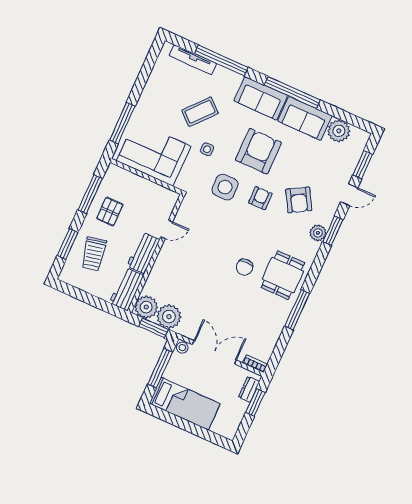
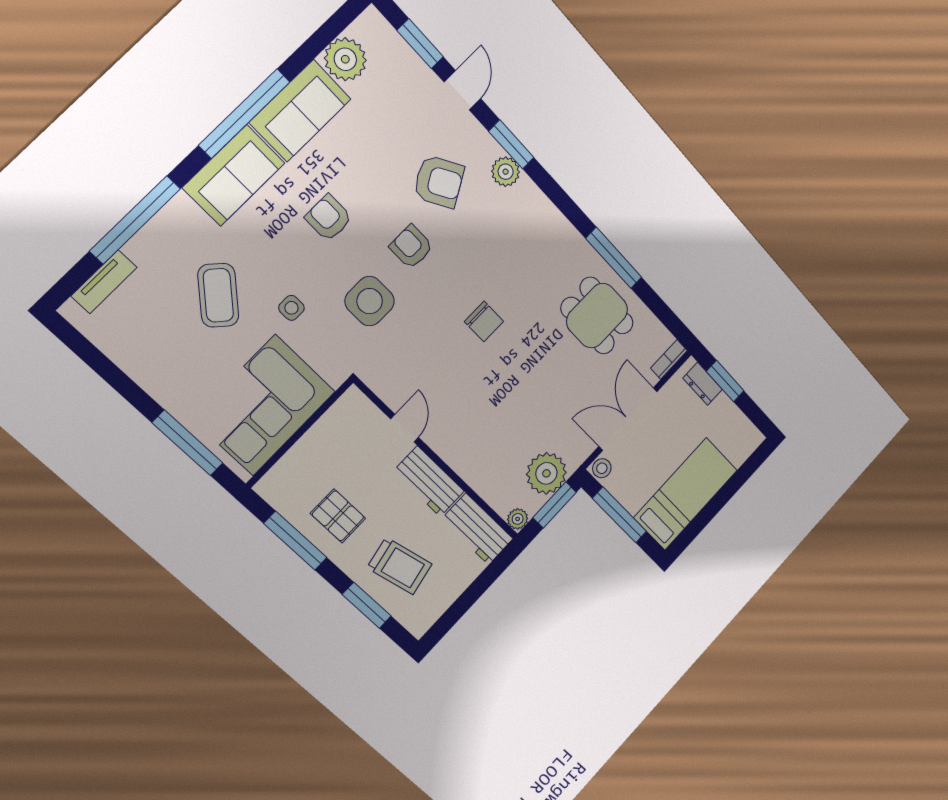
tv unit: (193, 60) -> (104, 282), width x0.71
armchair: (258, 151) -> (329, 218), width x0.53, depth x0.53
chair: (244, 267) -> (484, 321), moved
dining table: (283, 275) -> (597, 316), moved
plant: (146, 307) -> (518, 519), width x0.53, depth x0.53

